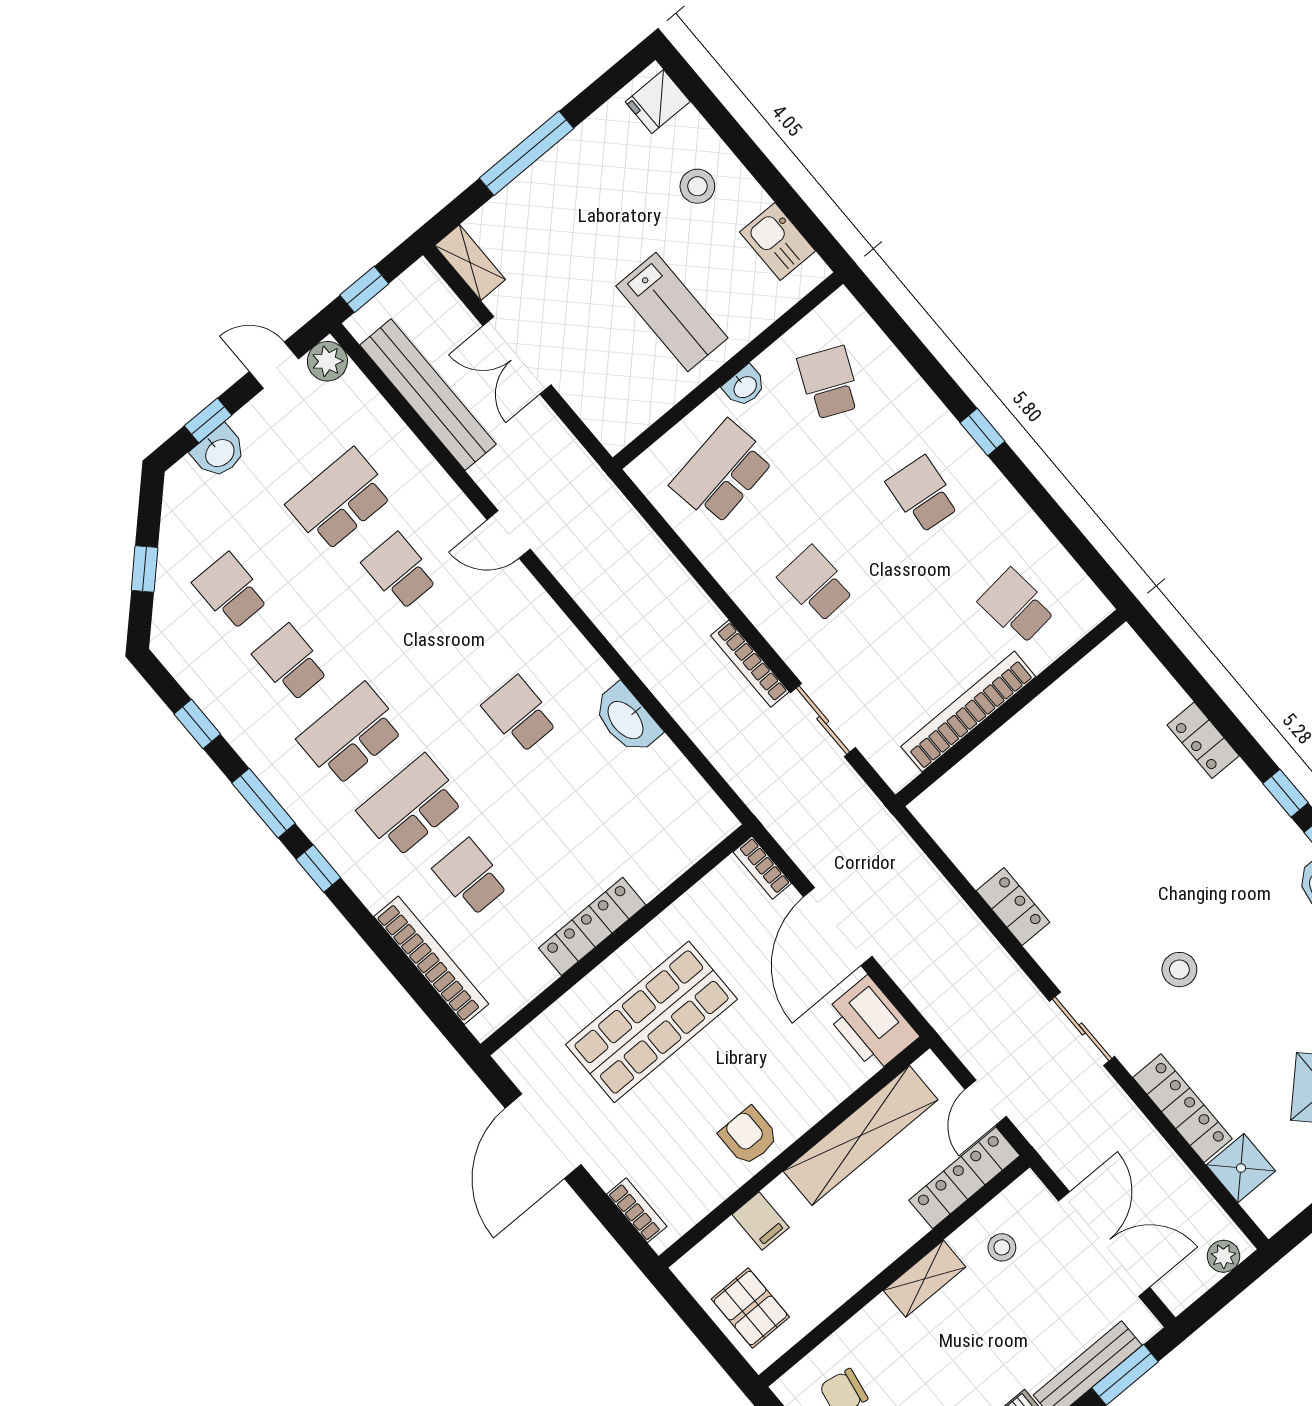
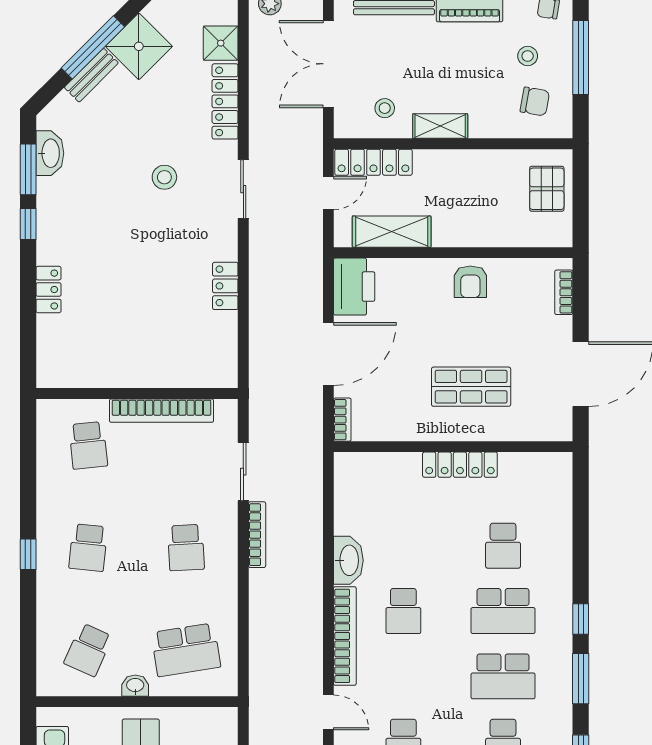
bookcase: (431, 960) -> (345, 636), moved, turned 180
shop shelf: (652, 1022) -> (471, 387), width x0.70, depth x0.74
shelving: (861, 1136) -> (392, 232), width x0.68
filing cabinet: (761, 1221) -> (502, 231), removed

